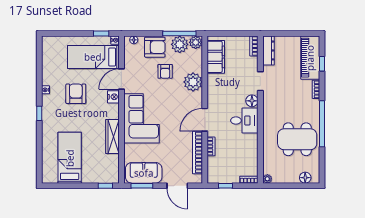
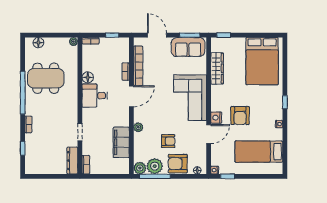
bed: (93, 57) -> (259, 152), moved, turned 180
filing cabinet: (216, 57) -> (121, 142), moved
piano: (310, 58) -> (34, 154), removed
armchair: (165, 71) -> (168, 141), turned 90
plant: (193, 82) -> (138, 127), width x0.53, depth x0.53
armchair: (76, 94) -> (240, 116), moved
floor lamp: (252, 101) -> (88, 77), moved
wardrobe: (112, 137) -> (217, 68), moved
bed: (70, 158) -> (262, 61), width x1.50

